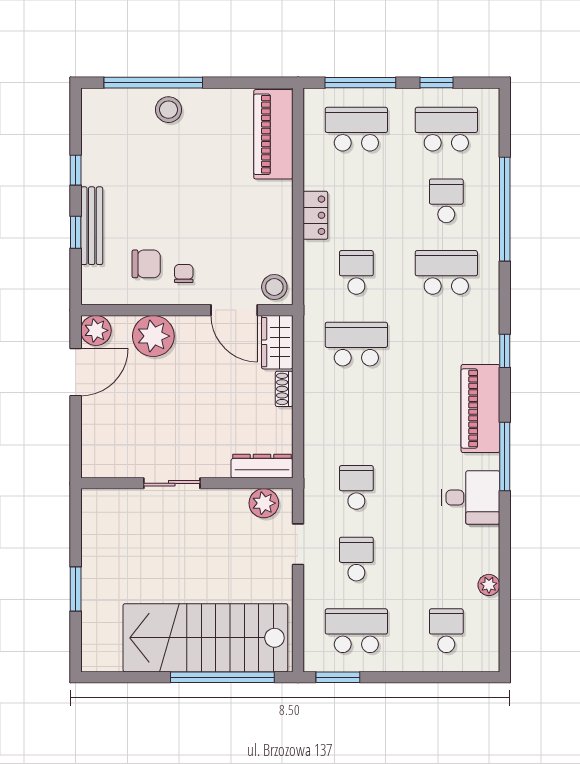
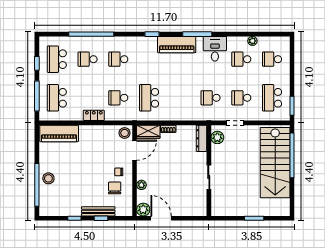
school desk: (446, 272) -> (118, 59), width x0.54
plant: (153, 336) -> (141, 185), width x0.53, depth x0.53
school desk: (446, 559) -> (241, 59), added

